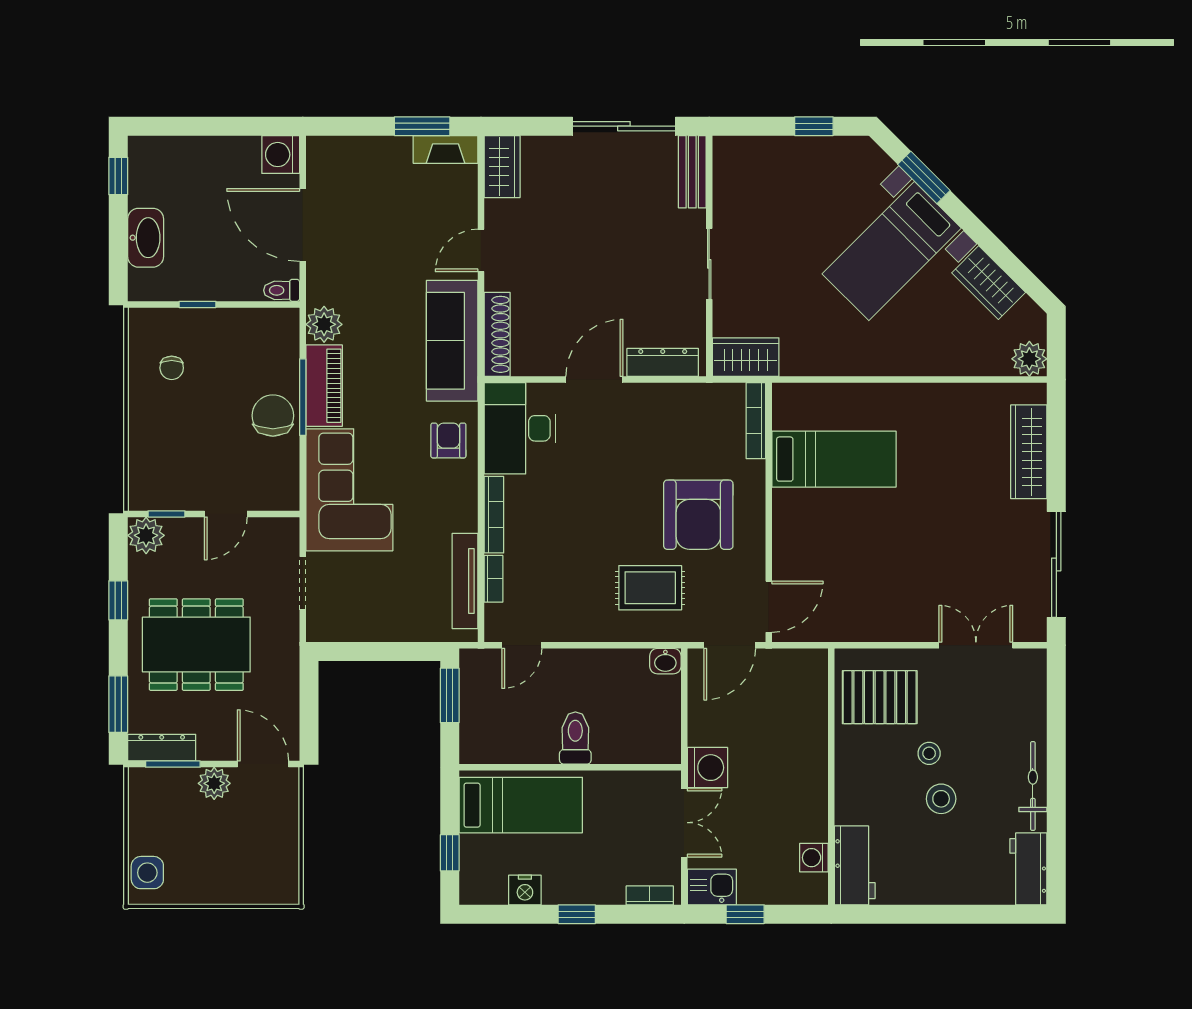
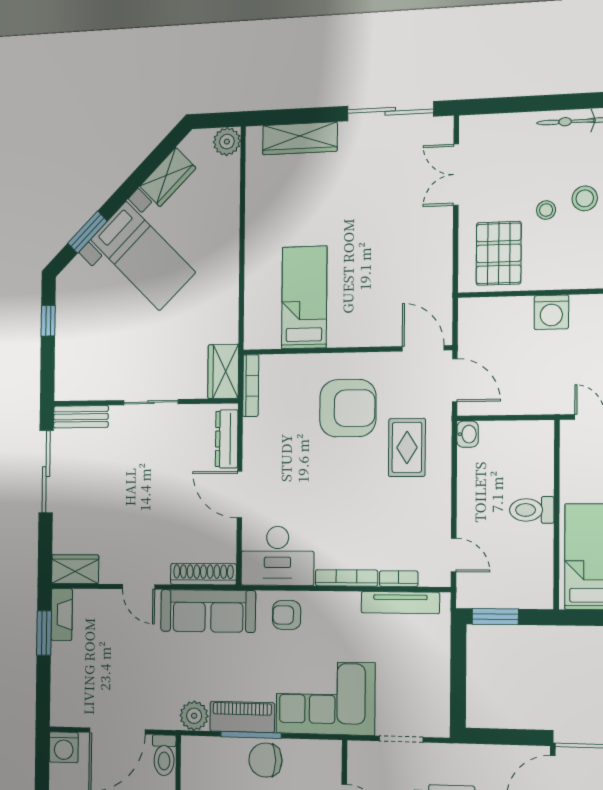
toilet: (282, 290) -> (164, 755), width x1.37, depth x1.39
bookcase: (756, 421) -> (251, 386), moved, turned -90
washing machine: (707, 768) -> (551, 312), moved, turned 180

